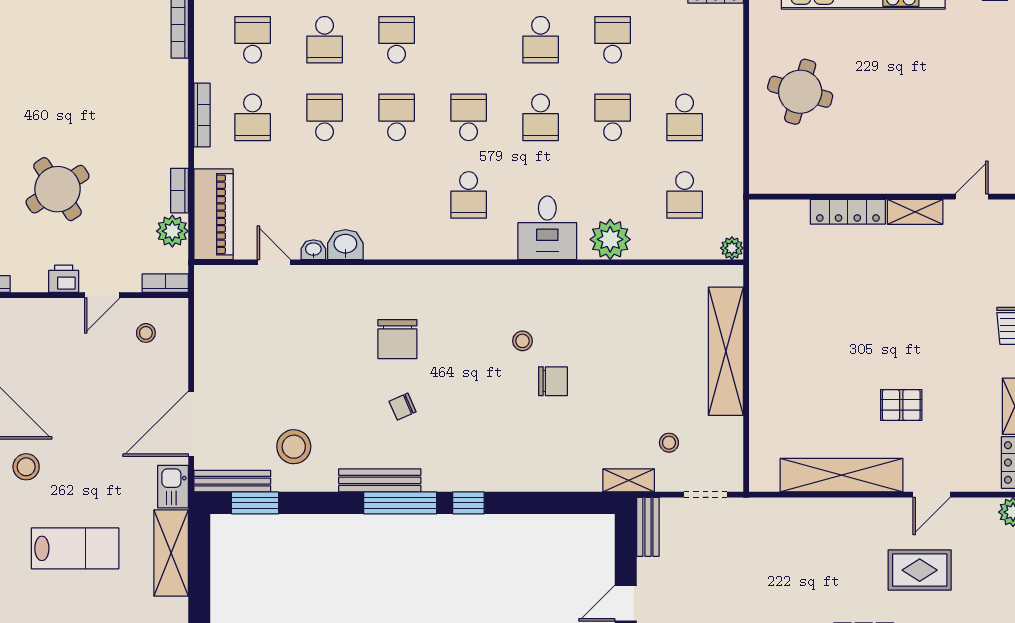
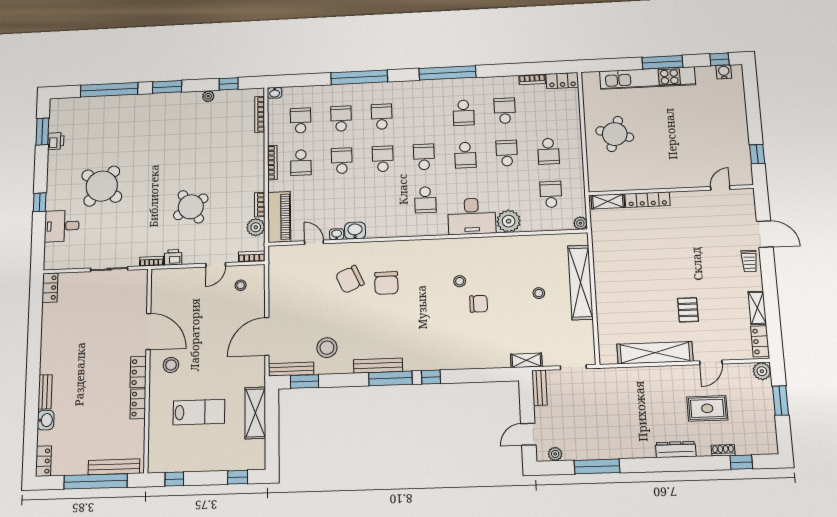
school desk: (325, 40) -> (341, 119), turned 180
school desk: (685, 195) -> (551, 194), turned 180
shelving: (915, 212) -> (608, 201), moved
desk: (547, 228) -> (472, 216), width x1.37
printer: (64, 279) -> (173, 257), moved
pallet: (901, 405) -> (688, 310), turned 90
chair: (403, 407) -> (350, 279), moved, width x1.87, depth x1.87
stool: (669, 443) -> (539, 293), moved
kitchen sink: (173, 487) -> (256, 374), removed

